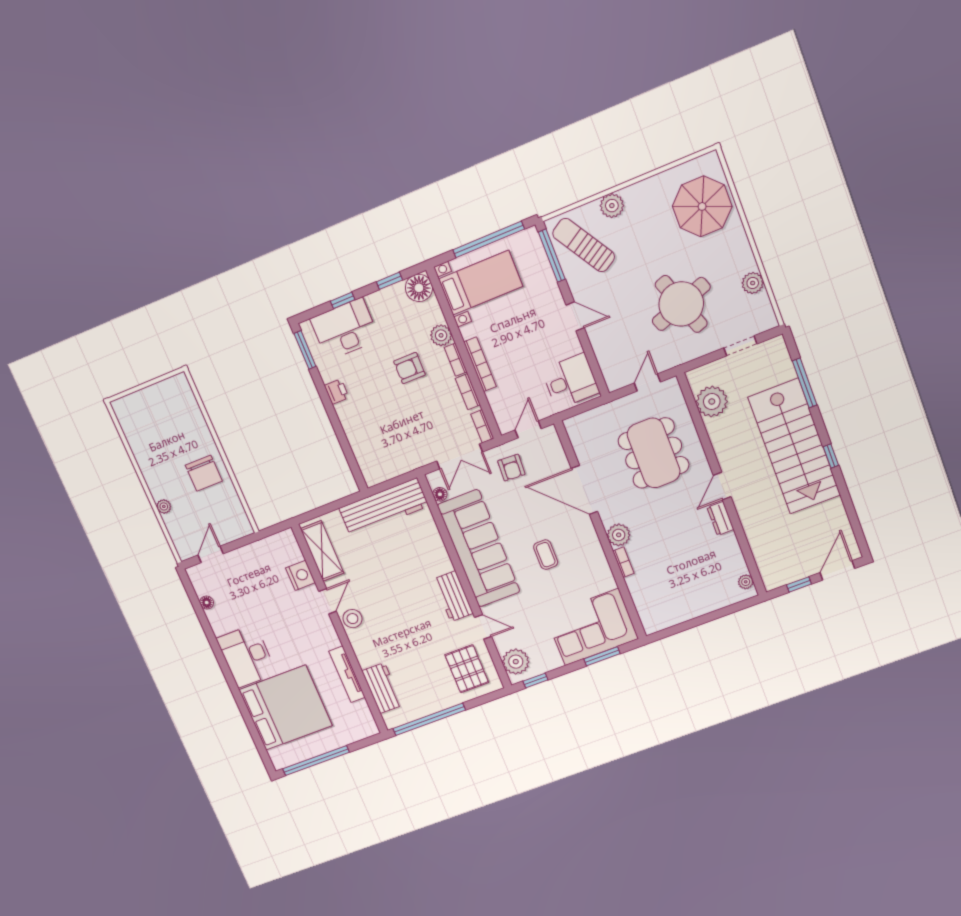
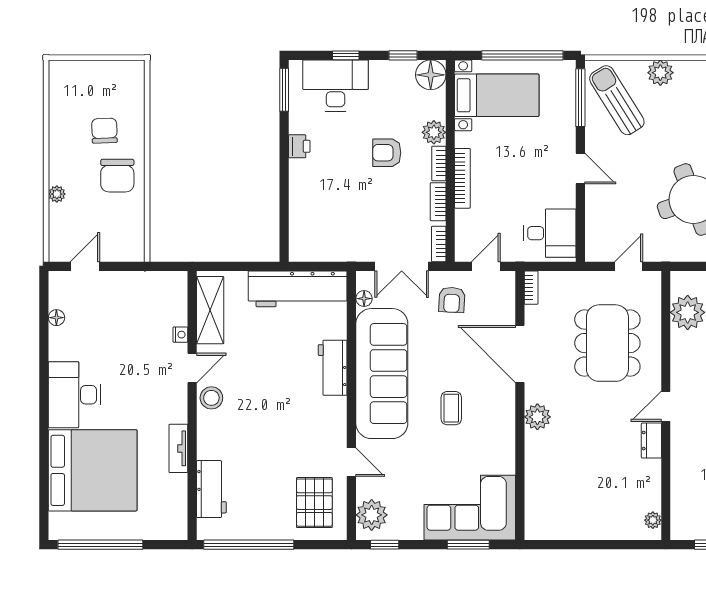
chair: (178, 441) -> (104, 131), added
bookcase: (623, 562) -> (531, 288), moved
nightstand: (300, 575) -> (180, 335), width x0.53, depth x0.56
workbench: (453, 596) -> (333, 368), moved
tv unit: (347, 674) -> (178, 448), width x0.71

